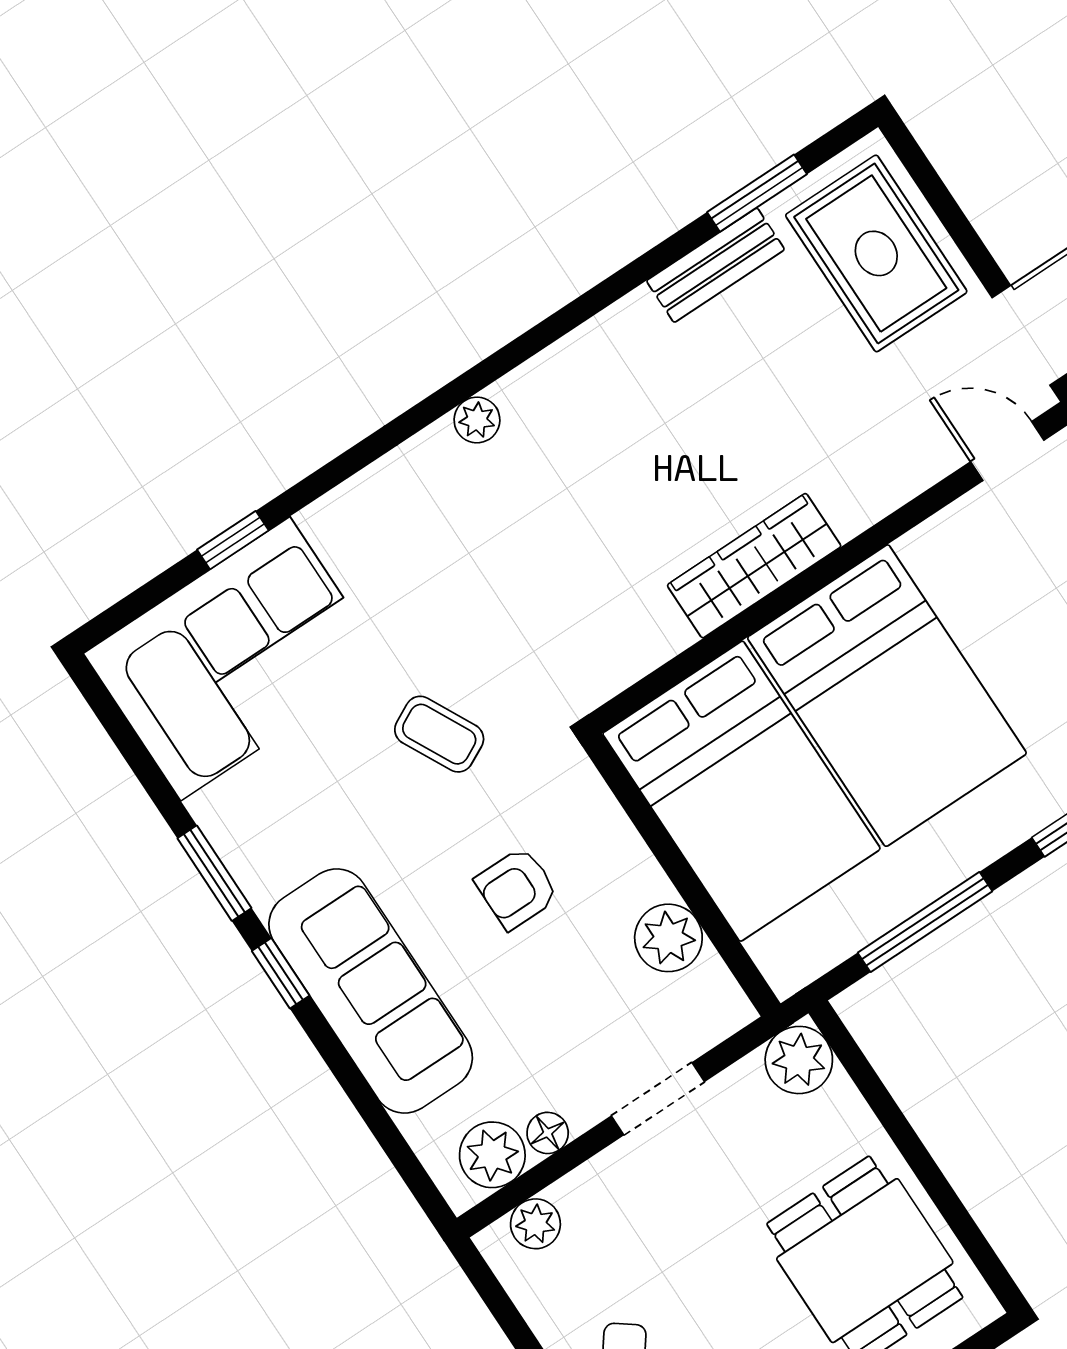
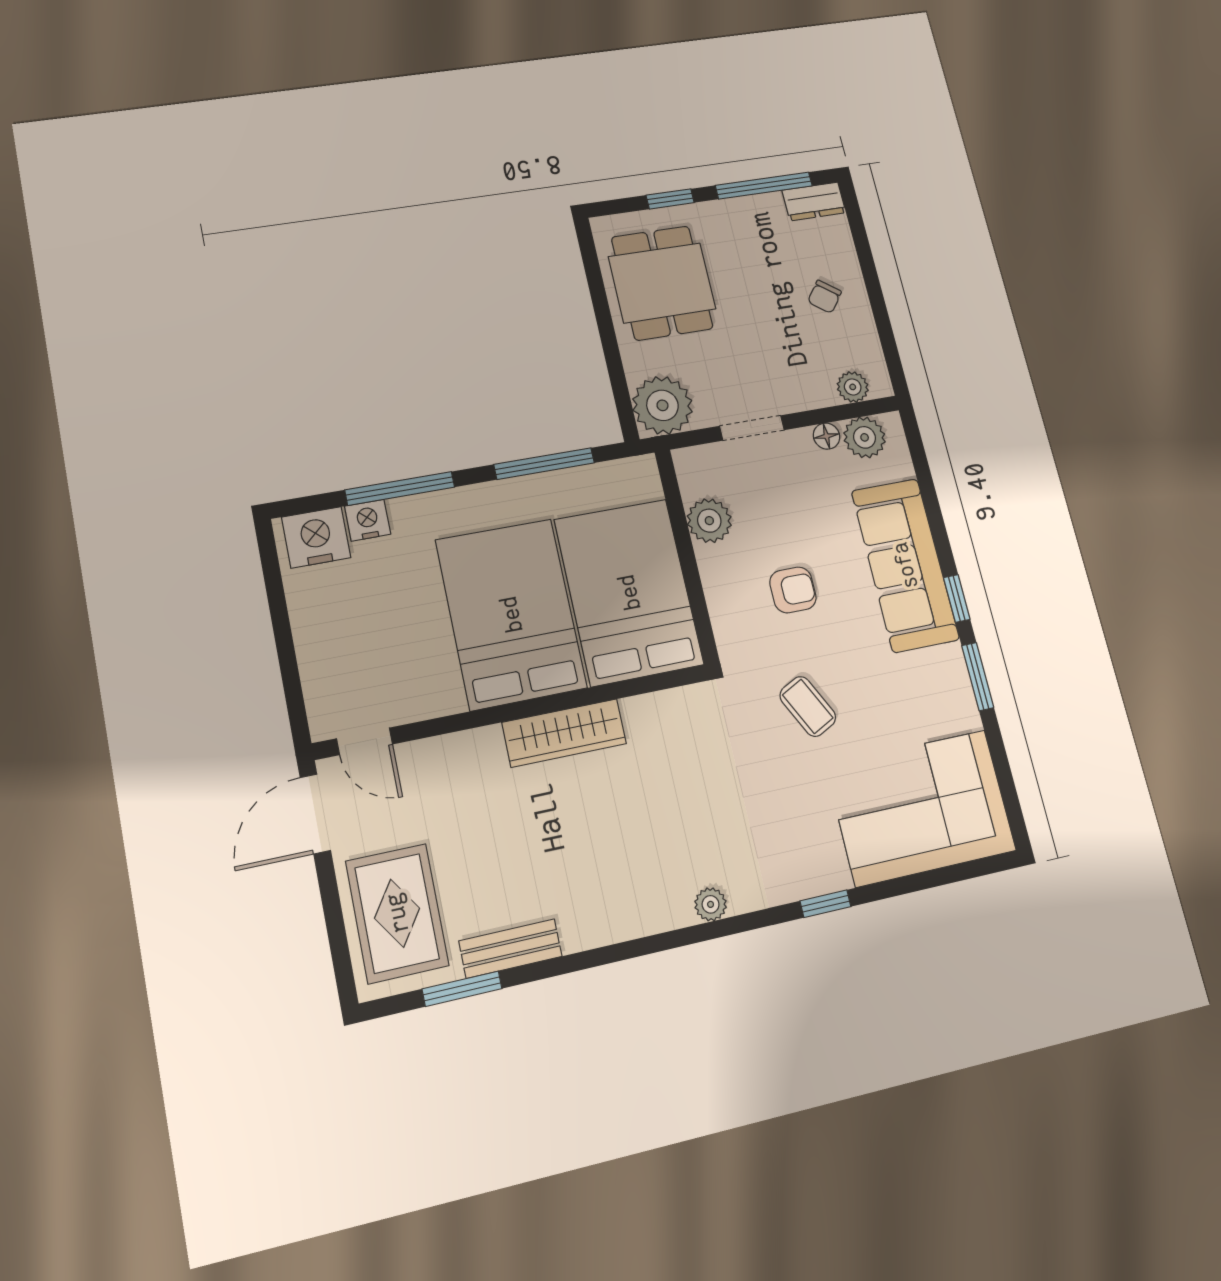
window: (233, 540) -> (825, 904), moved
plant: (799, 1060) -> (662, 405), width x1.36, depth x1.36

